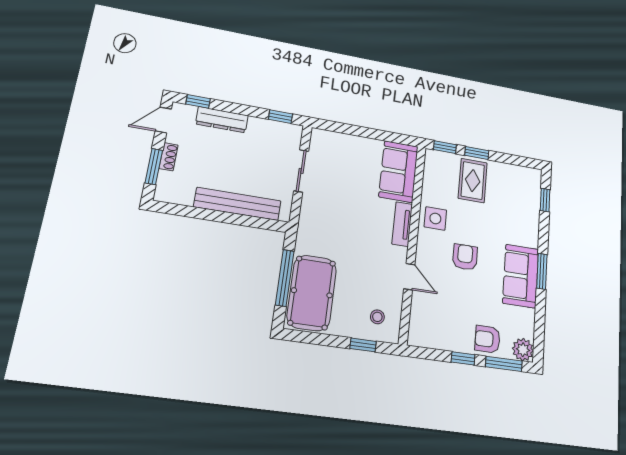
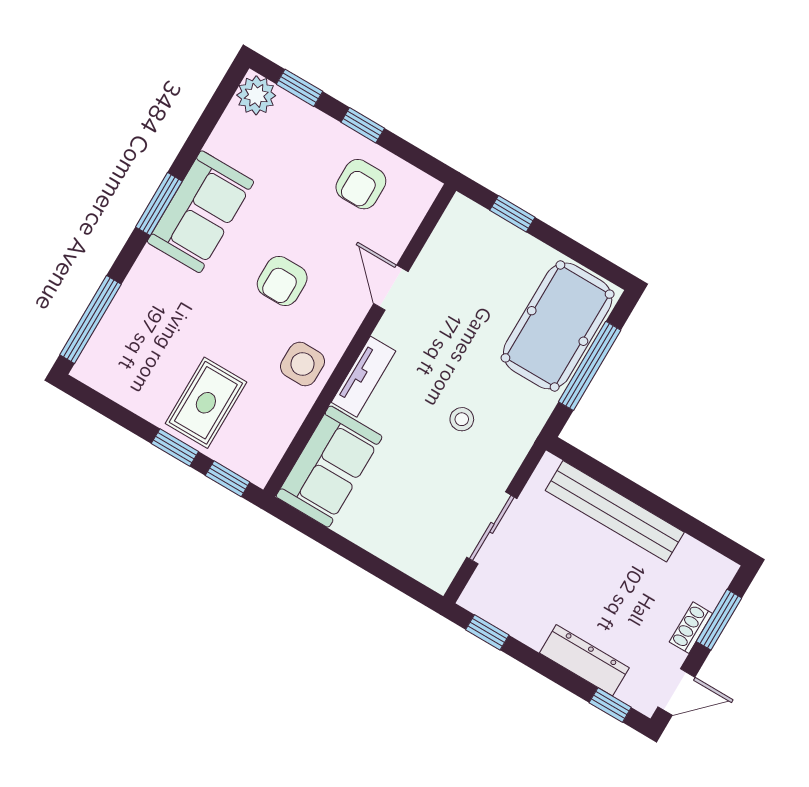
window: (545, 200) -> (91, 320), width x2.17
stool: (377, 317) -> (462, 419), moved
armchair: (487, 339) -> (361, 184), moved, turned 90
window: (504, 364) -> (299, 88), width x0.67

